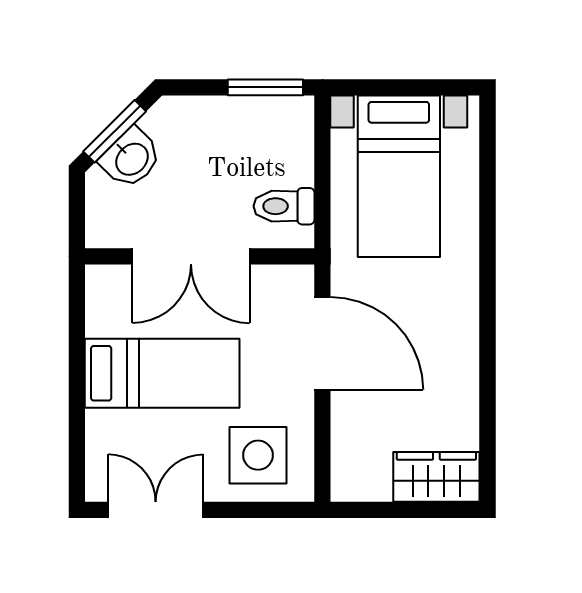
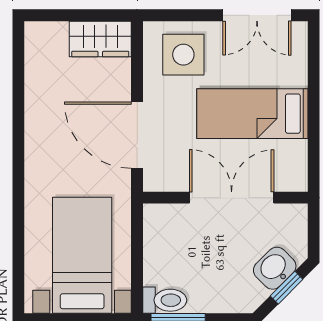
window: (115, 131) -> (287, 288), width x0.67
toilet: (284, 206) -> (165, 300), moved
wardrobe: (436, 477) -> (100, 39), moved

